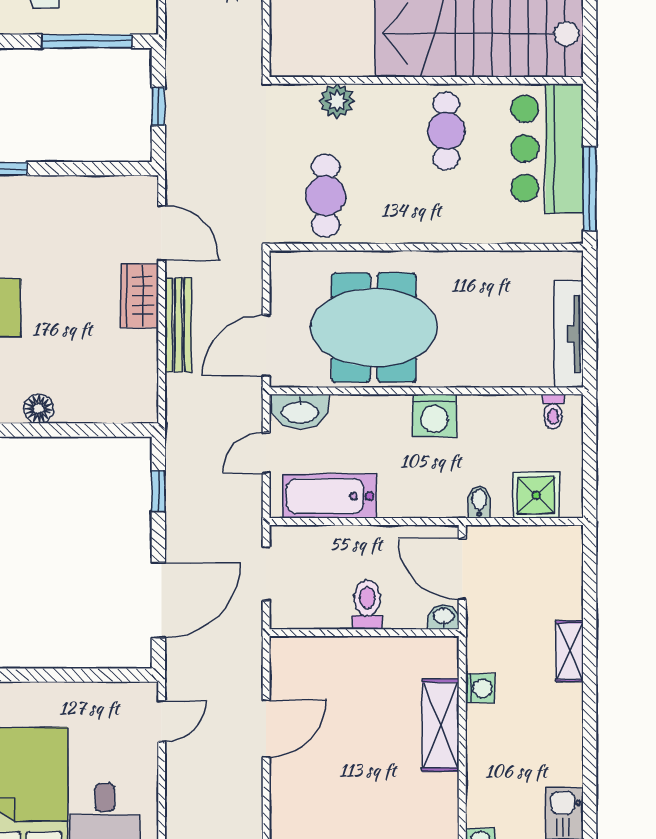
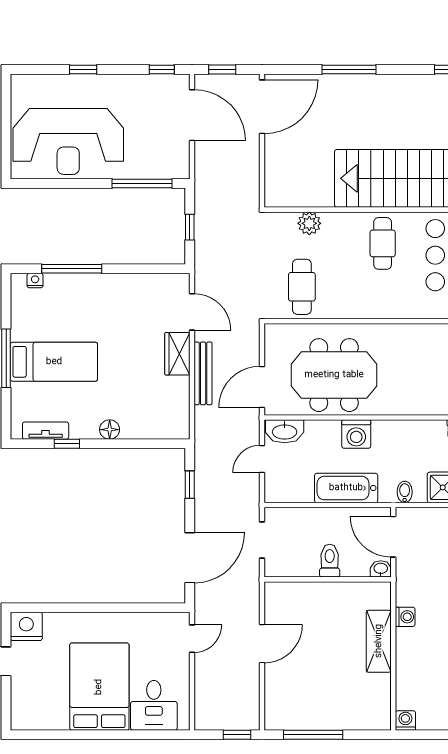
washing machine: (435, 415) -> (356, 434), moved
bathtub: (329, 496) -> (346, 488), moved

